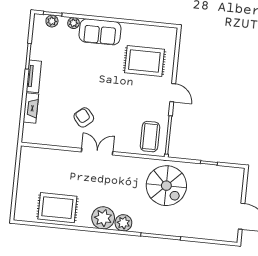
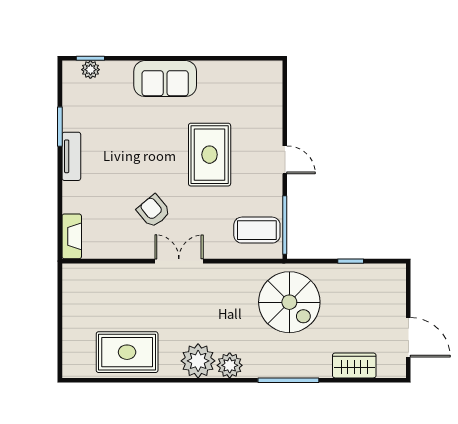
plant: (73, 23) -> (123, 69), removed
rug: (144, 61) -> (210, 155), moved, turned 90
fireplace: (31, 108) -> (72, 236), moved
coffee table: (150, 137) -> (257, 230), turned 90
wardrobe: (205, 231) -> (354, 365), added

